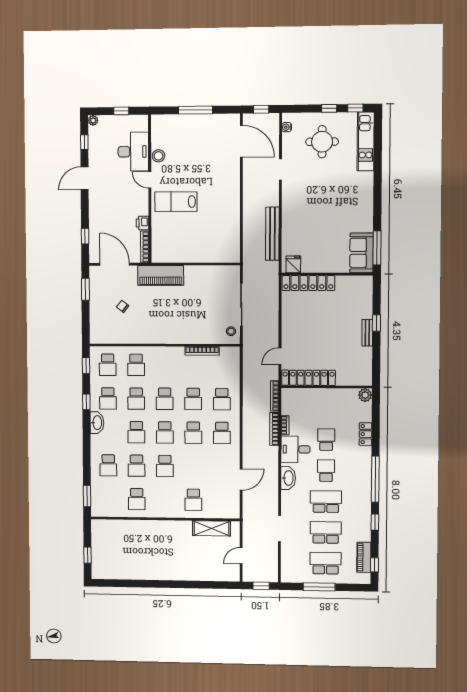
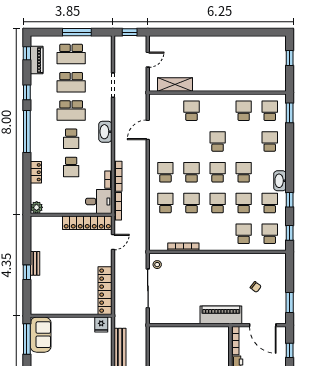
locker: (308, 283) -> (105, 291), moved, turned -90
desk: (295, 449) -> (99, 201), moved
school desk: (137, 466) -> (270, 111), moved

